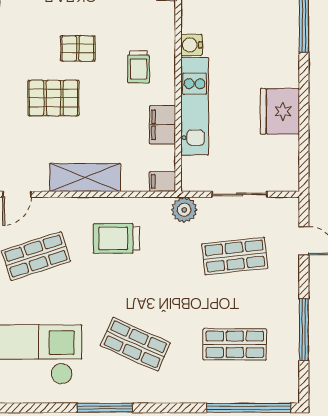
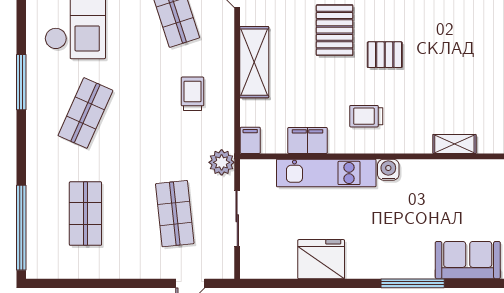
pallet: (78, 48) -> (385, 55), turned 90
trolley: (116, 238) -> (193, 94), width x0.73, depth x0.72
window: (304, 330) -> (100, 283), removed

